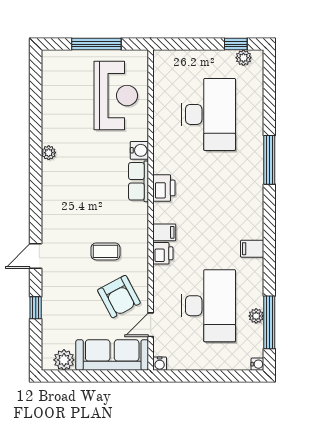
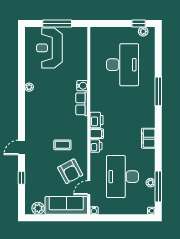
reception desk: (116, 96) -> (49, 48), moved, turned 180
printer: (164, 188) -> (97, 120), moved
filing cabinet: (252, 249) -> (148, 138), width x2.00
desk: (208, 306) -> (123, 177), turned 180

